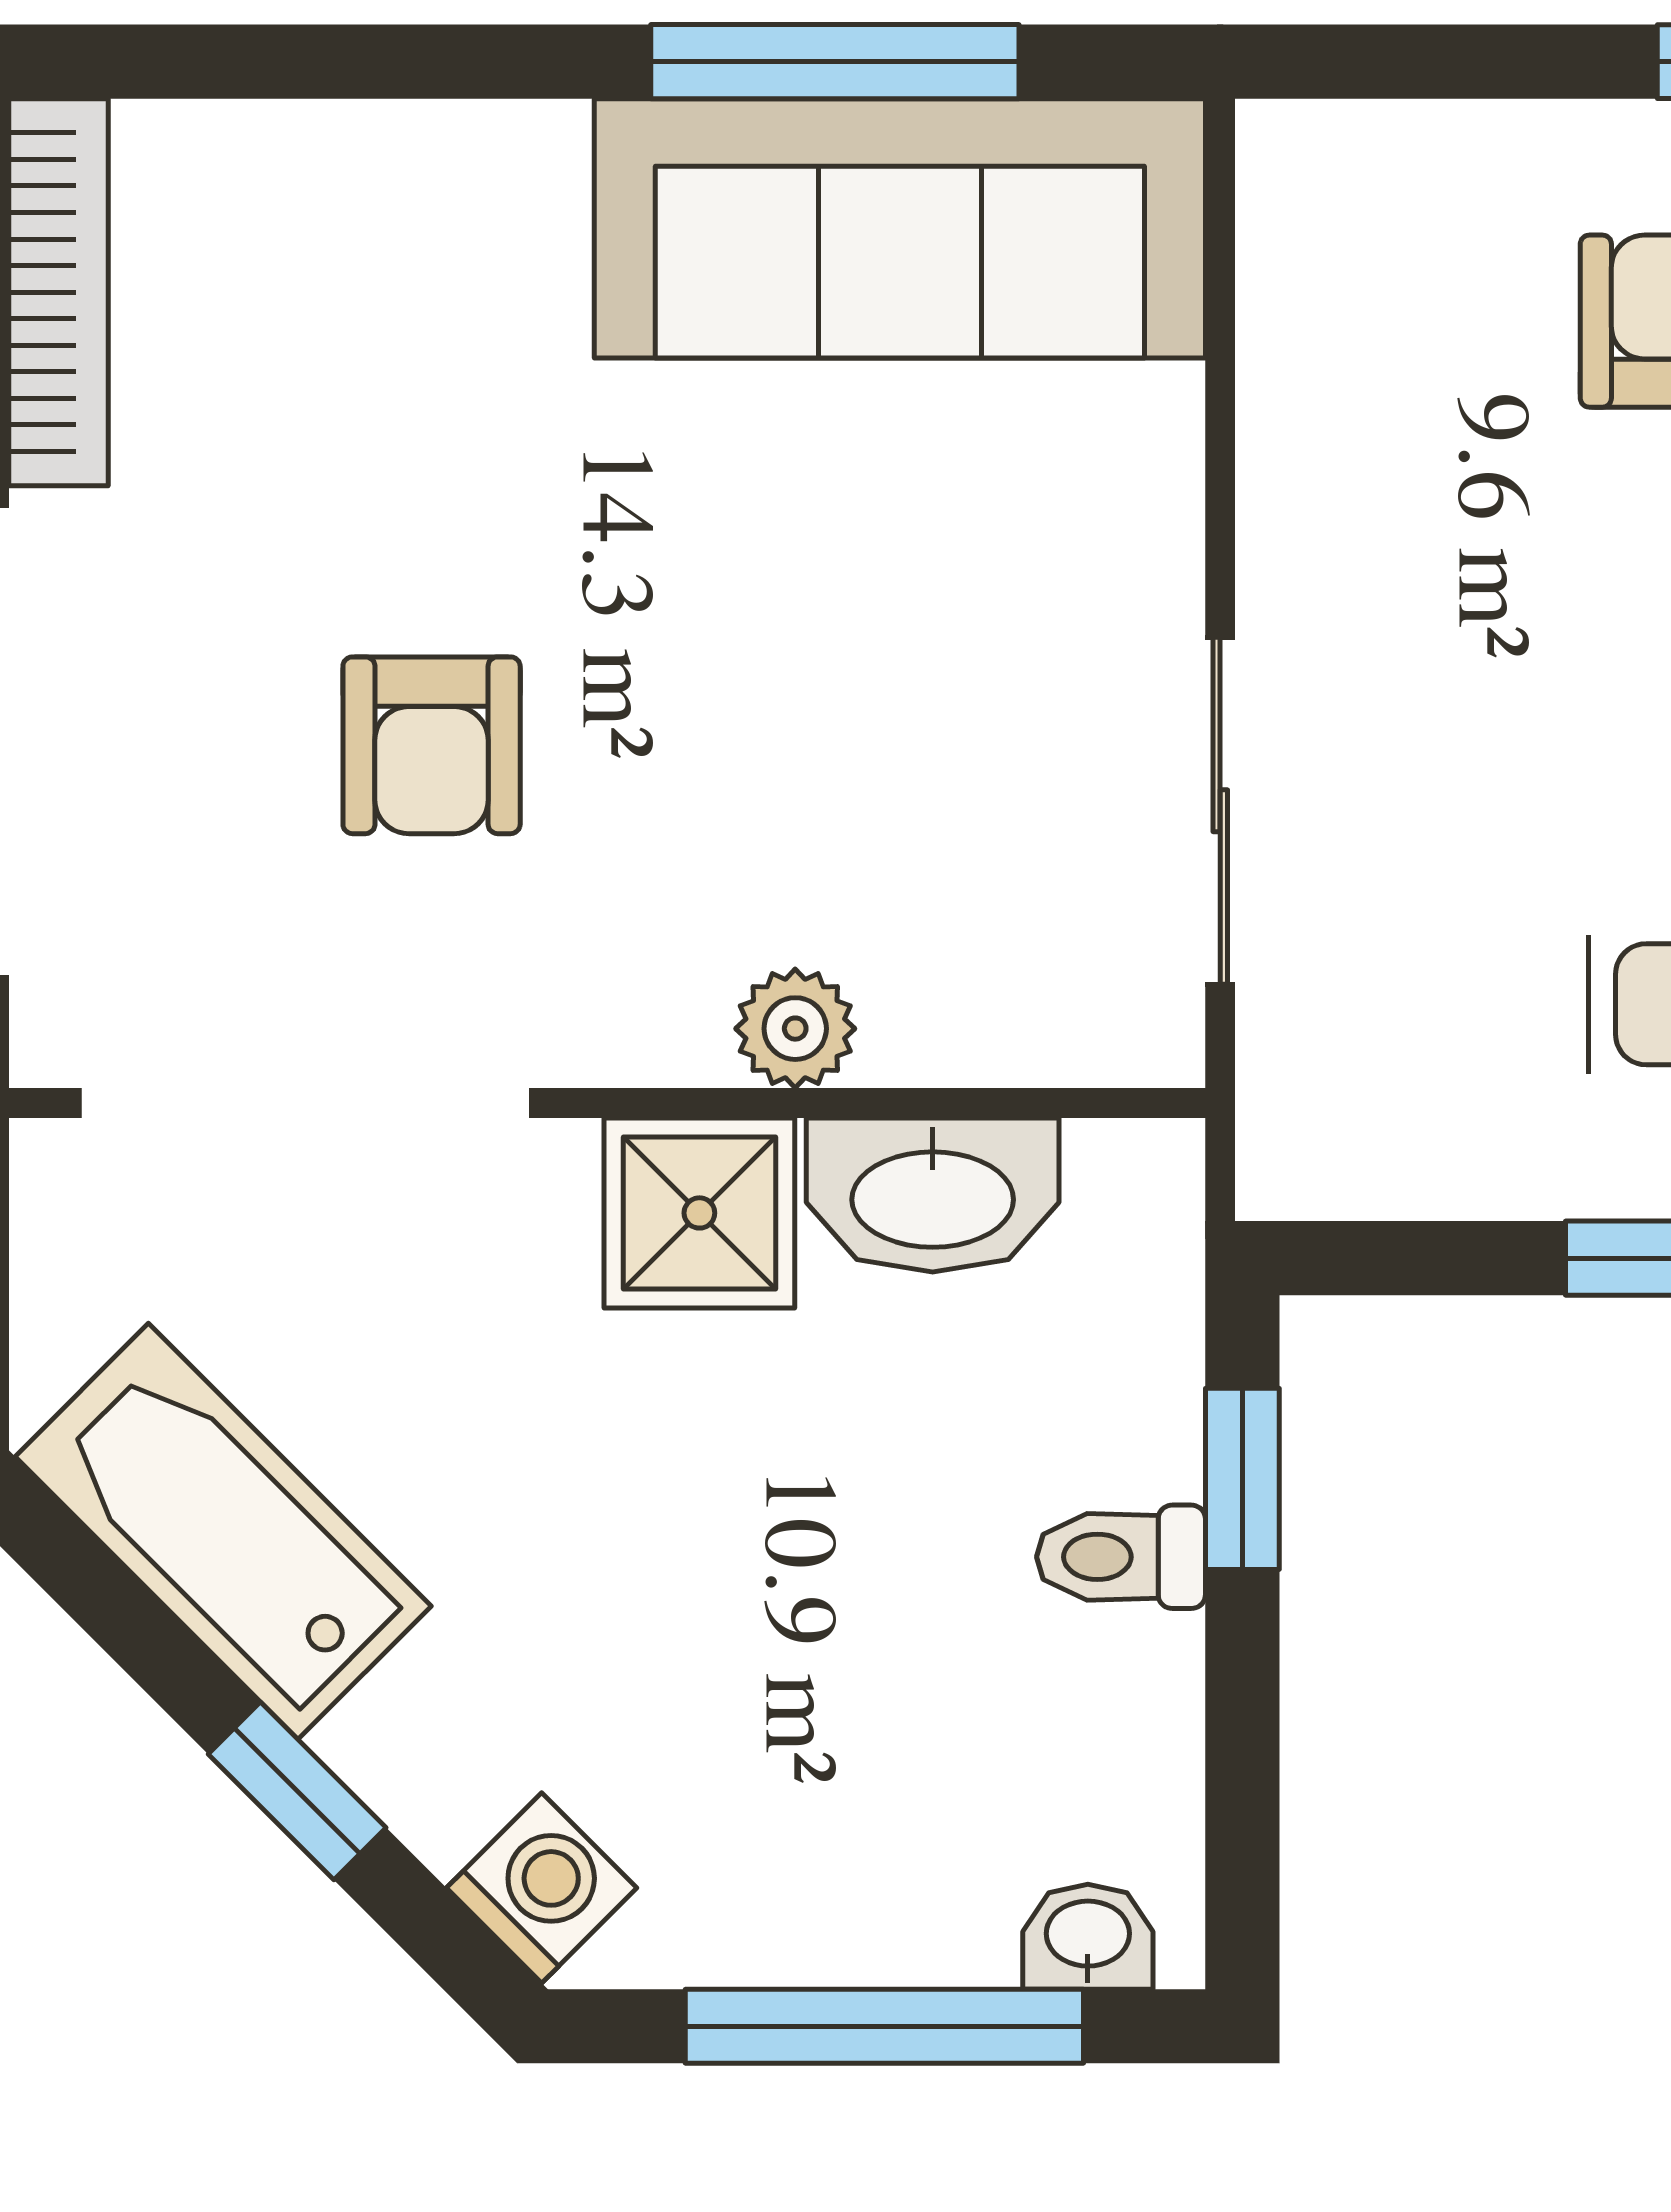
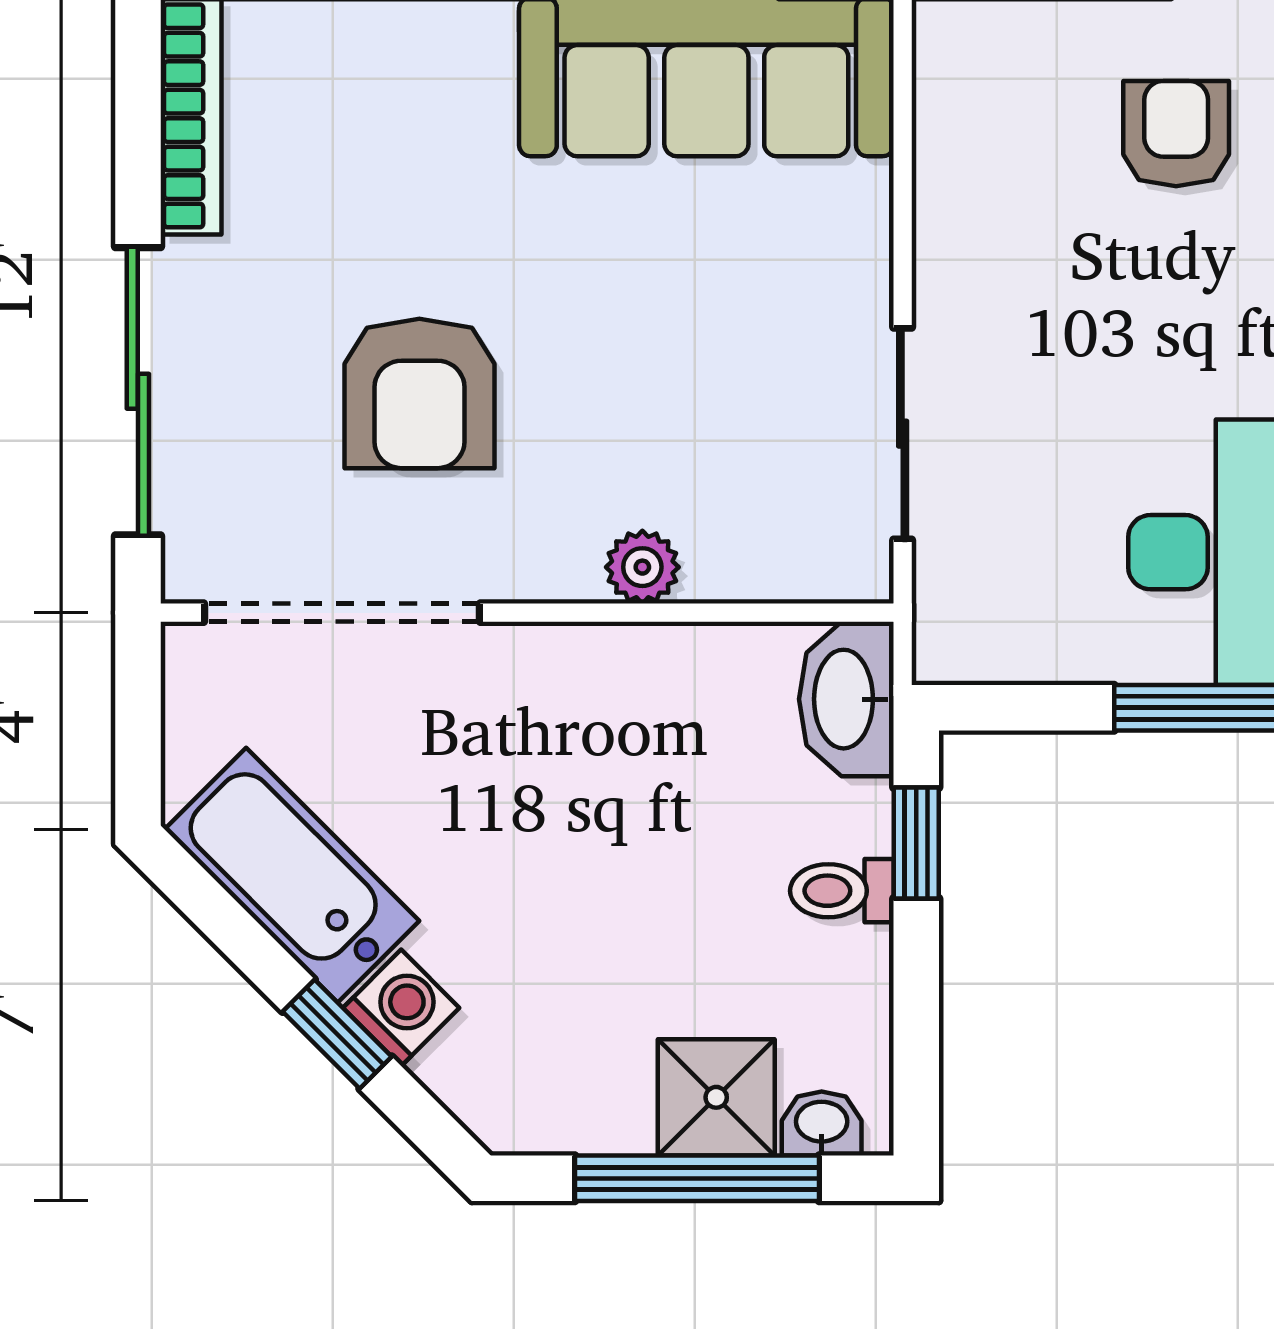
armchair: (432, 745) -> (419, 394), width x1.38, depth x1.38
washbasin: (933, 1195) -> (846, 699), moved, turned 90
shower: (699, 1213) -> (716, 1097), moved
washing machine: (542, 1888) -> (401, 1008), moved

